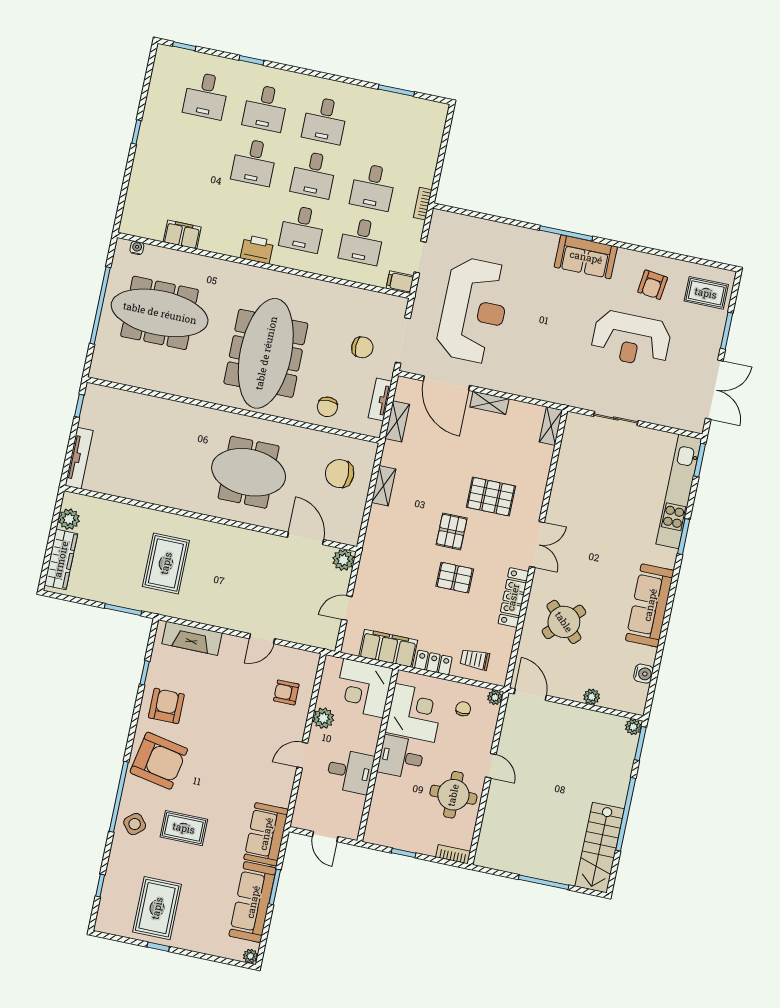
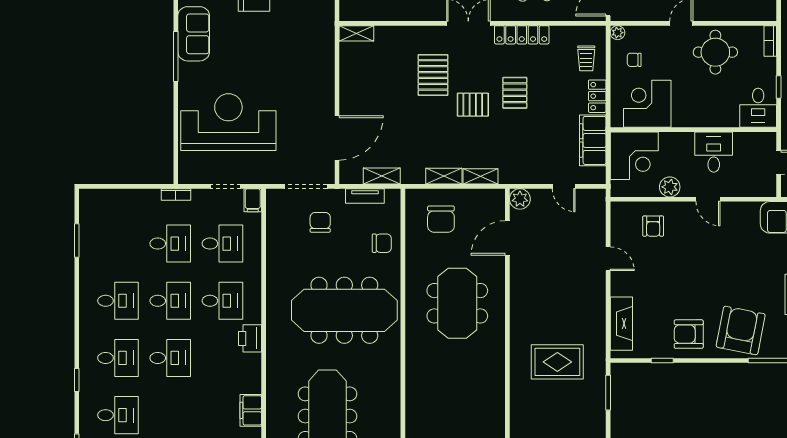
reception desk: (474, 310) -> (228, 122), moved
shelving: (489, 403) -> (481, 176), moved, turned 90
desk: (401, 757) -> (758, 108), moved

